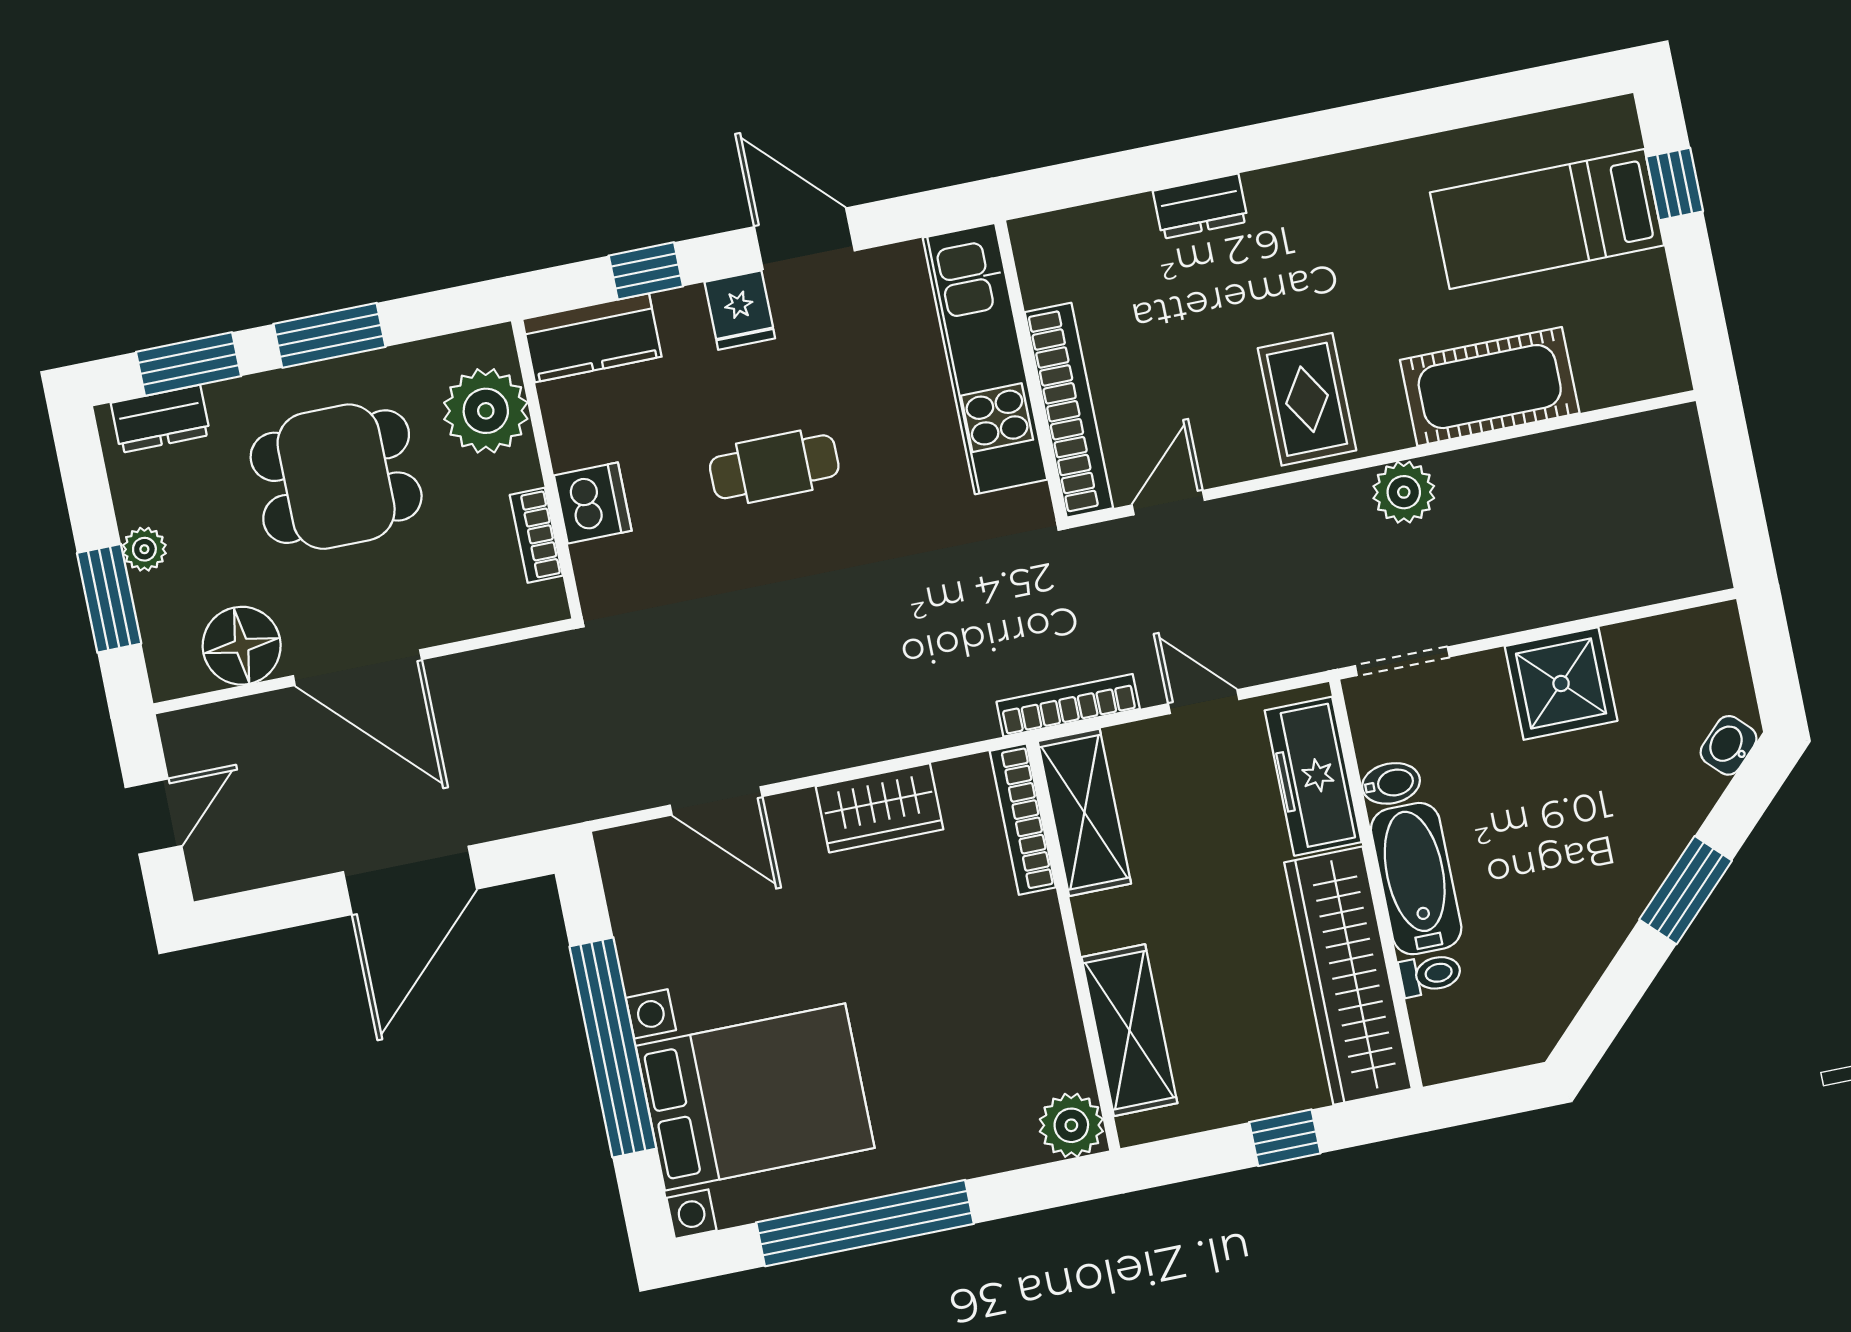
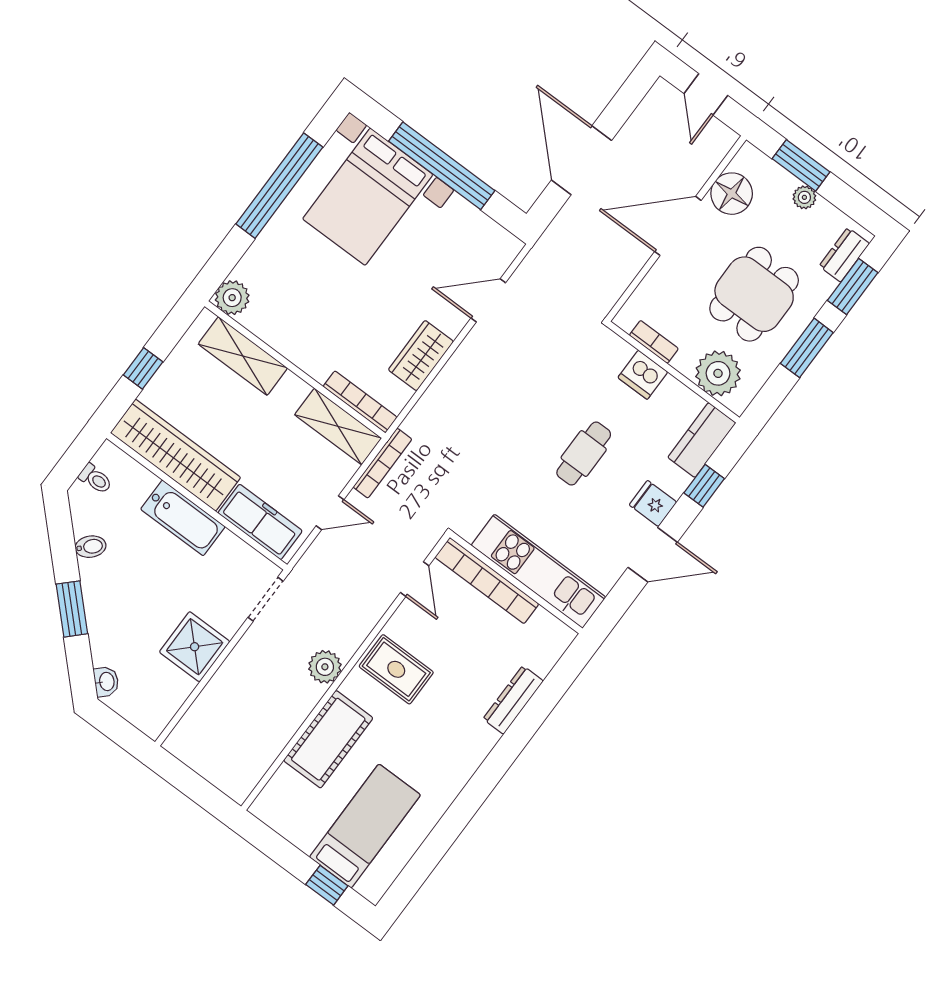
dresser: (1200, 206) -> (513, 700), width x1.44
bidet: (1391, 783) -> (91, 547), moved, turned -135
toilet: (1430, 974) -> (95, 479), moved, turned -90

